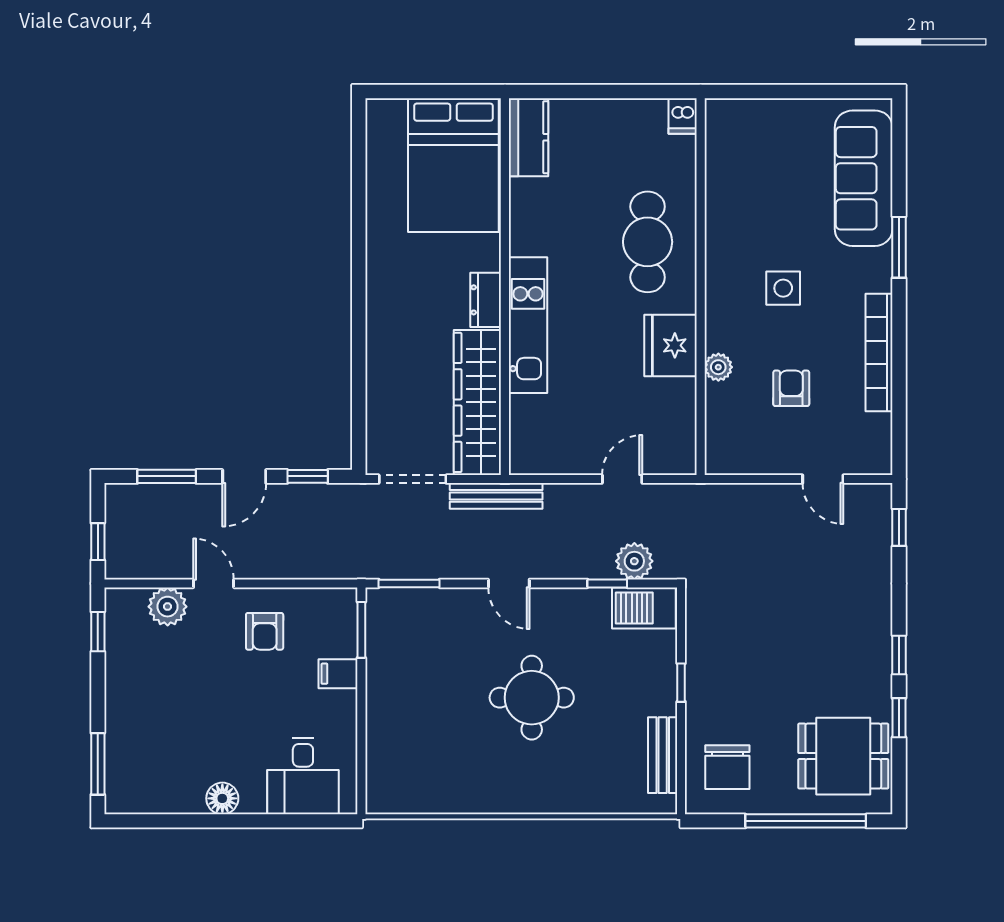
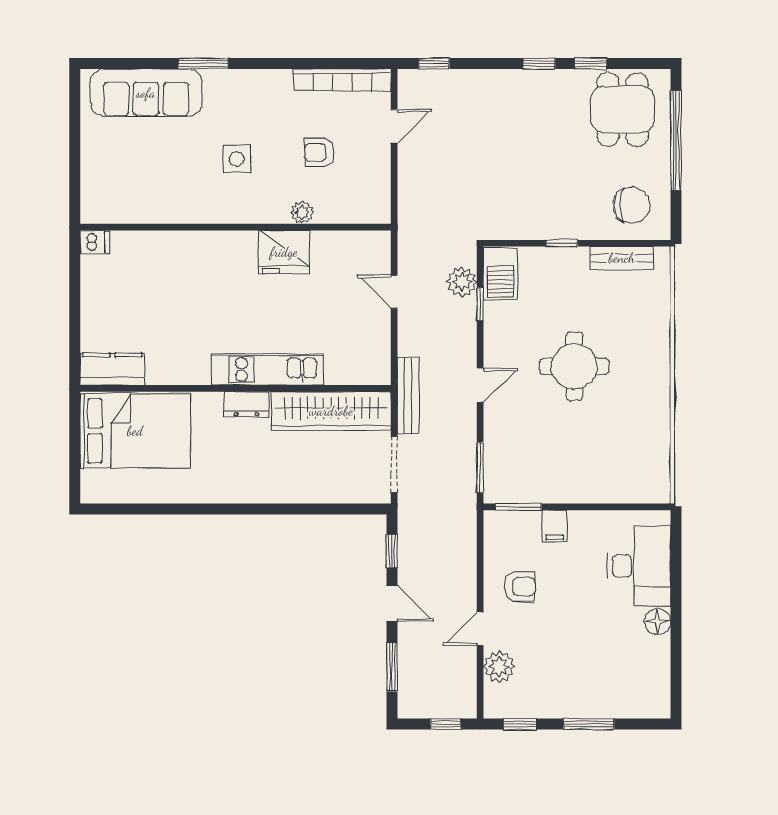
cafe table: (648, 242) -> (199, 271), removed
bookcase: (879, 353) -> (342, 80), moved
window: (98, 764) -> (589, 724), moved
desk: (303, 776) -> (639, 566), width x1.37

